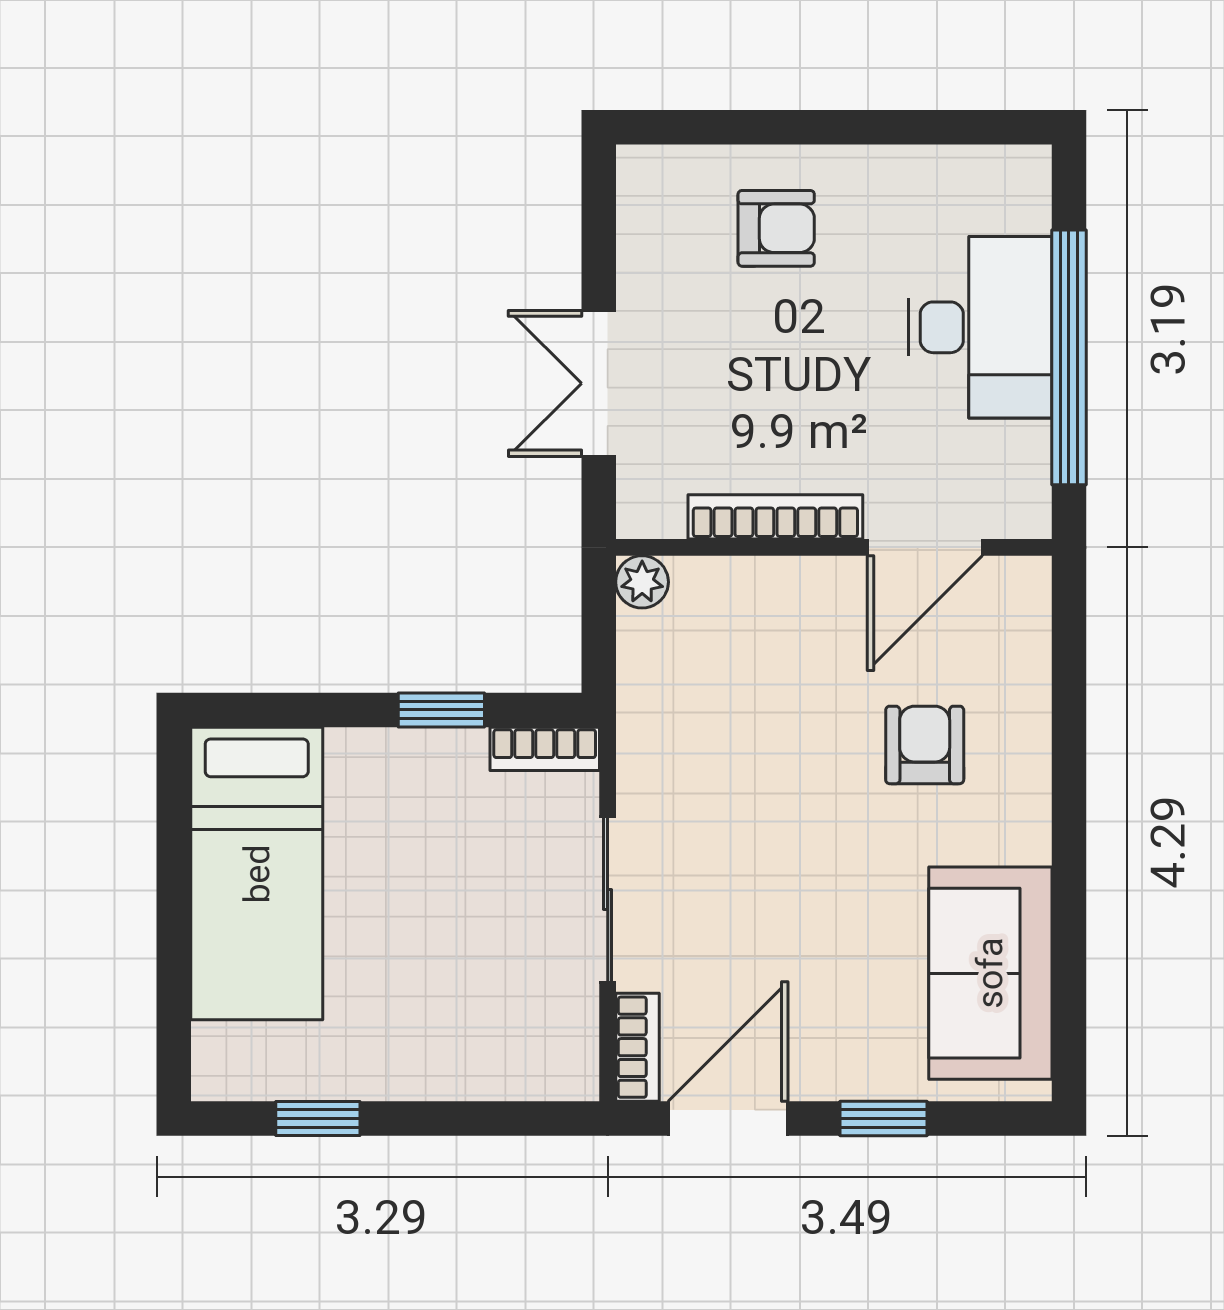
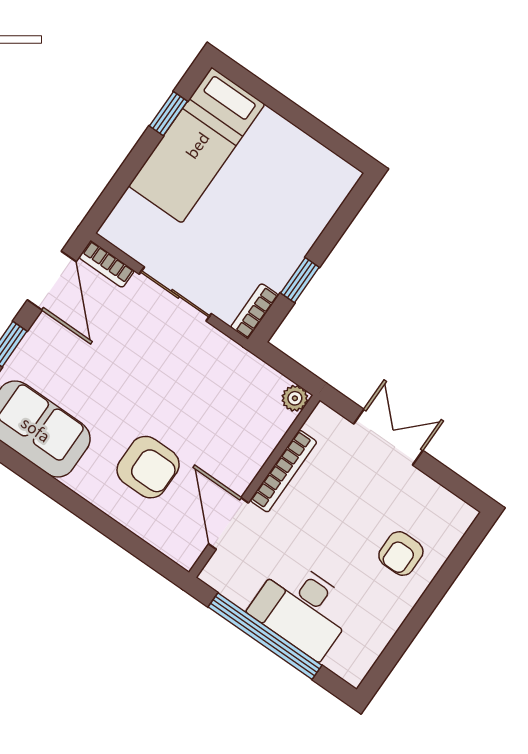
armchair: (925, 745) -> (148, 467), width x1.38, depth x1.38
bed: (257, 874) -> (197, 145), moved, turned -90

